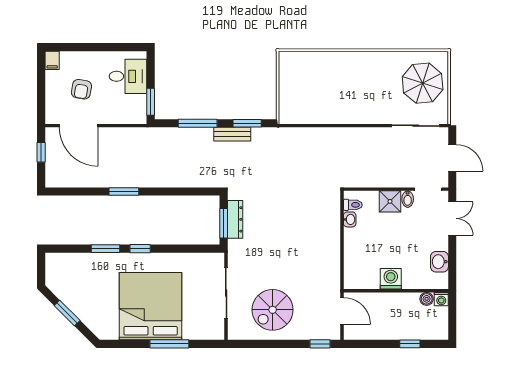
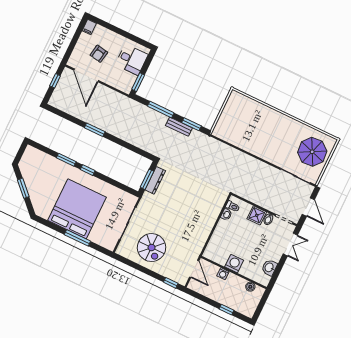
washing machine: (441, 299) -> (223, 274), moved
spiral stairs: (273, 310) -> (152, 248), turned -90

